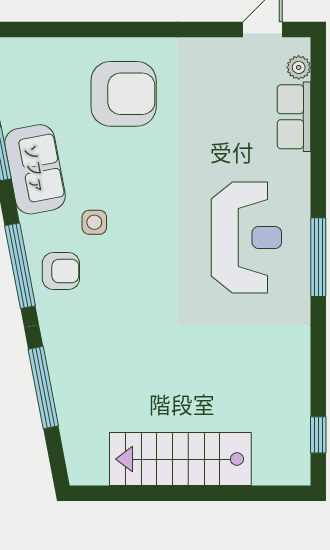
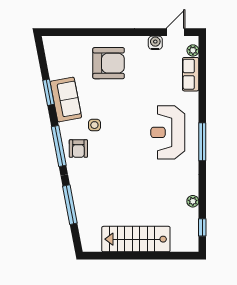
water cooler: (221, 51) -> (155, 43), added
reception desk: (246, 238) -> (168, 132), turned 180
armchair: (61, 271) -> (78, 149), turned 90
plant: (298, 380) -> (193, 201), added

